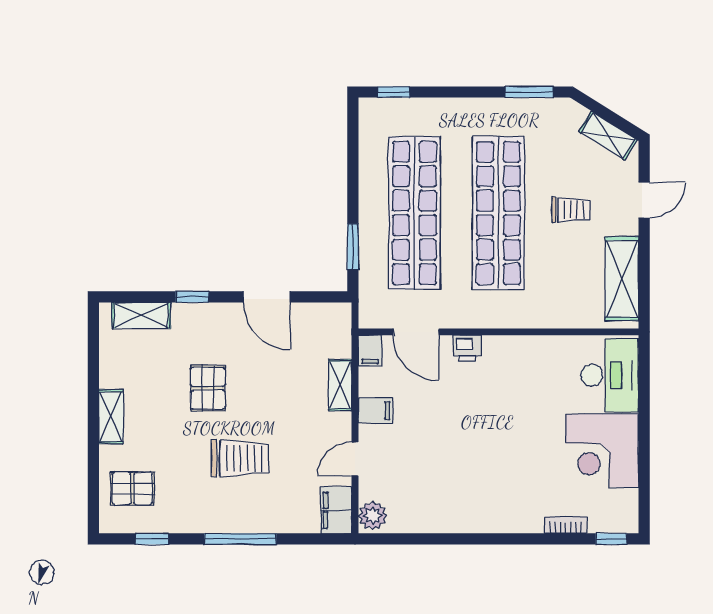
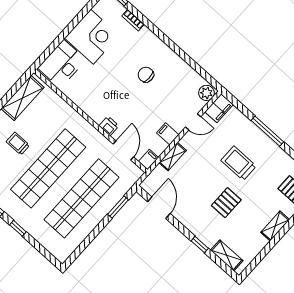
window: (394, 92) -> (18, 228), moved
door: (267, 297) -> (159, 208), moved
chair: (480, 465) -> (146, 75), added

